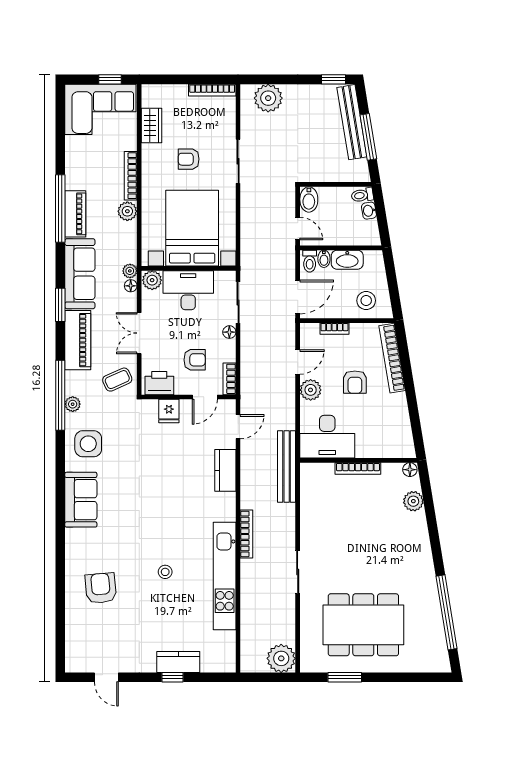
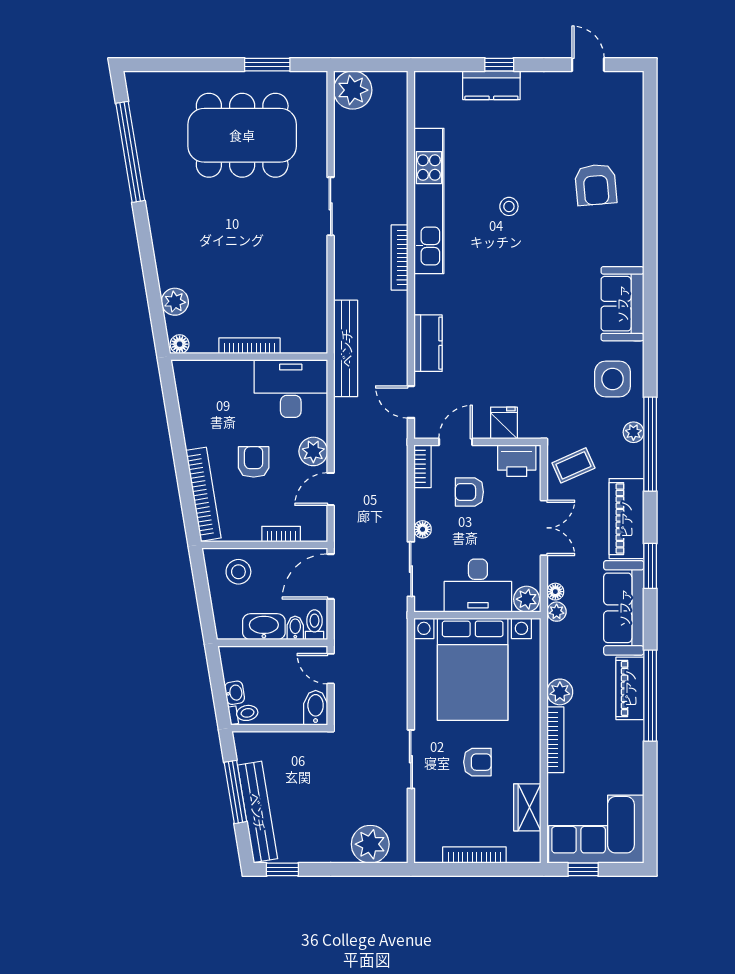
bookcase: (212, 90) -> (474, 855), moved
door: (238, 427) -> (411, 402), hinge flipped

